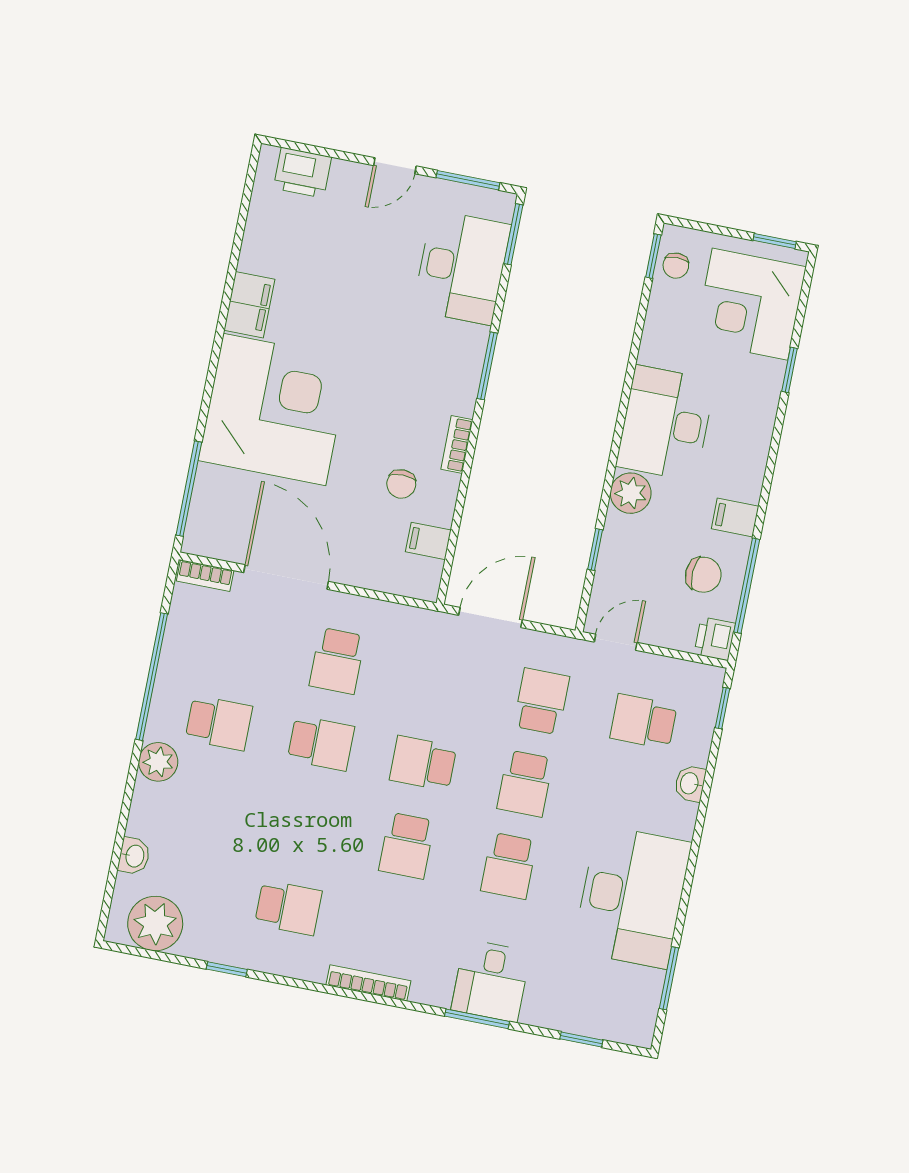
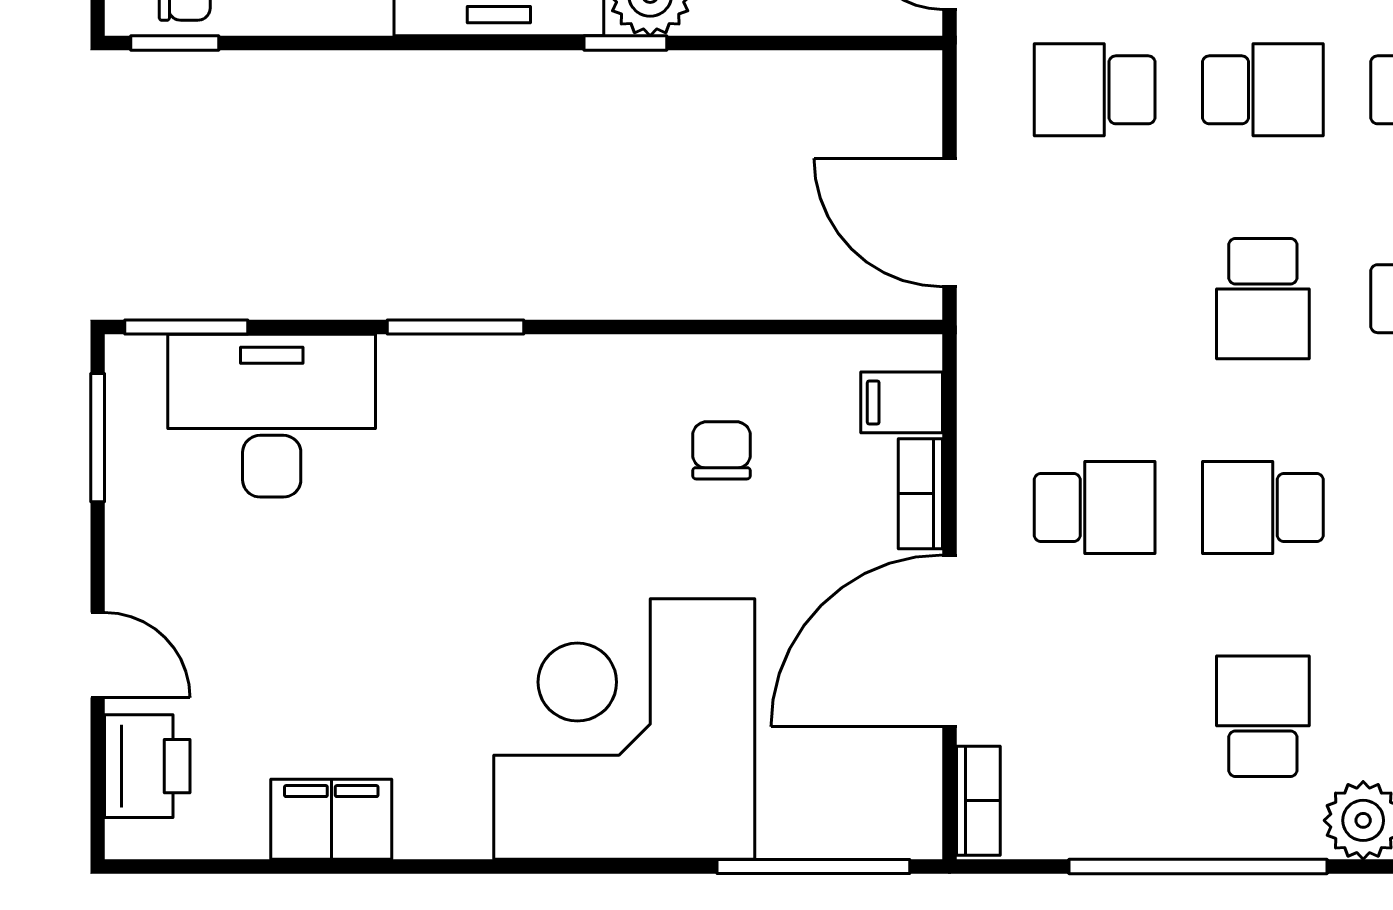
door: (395, 166) -> (98, 655), moved
filing cabinet: (249, 305) -> (331, 819), moved
bookcase: (457, 445) -> (920, 494), moved, turned 90
chair: (401, 484) -> (721, 450), turned -90
filing cabinet: (428, 541) -> (902, 402), moved, turned 90
window: (595, 550) -> (625, 43), moved
school desk: (321, 743) -> (1263, 507), turned -90

